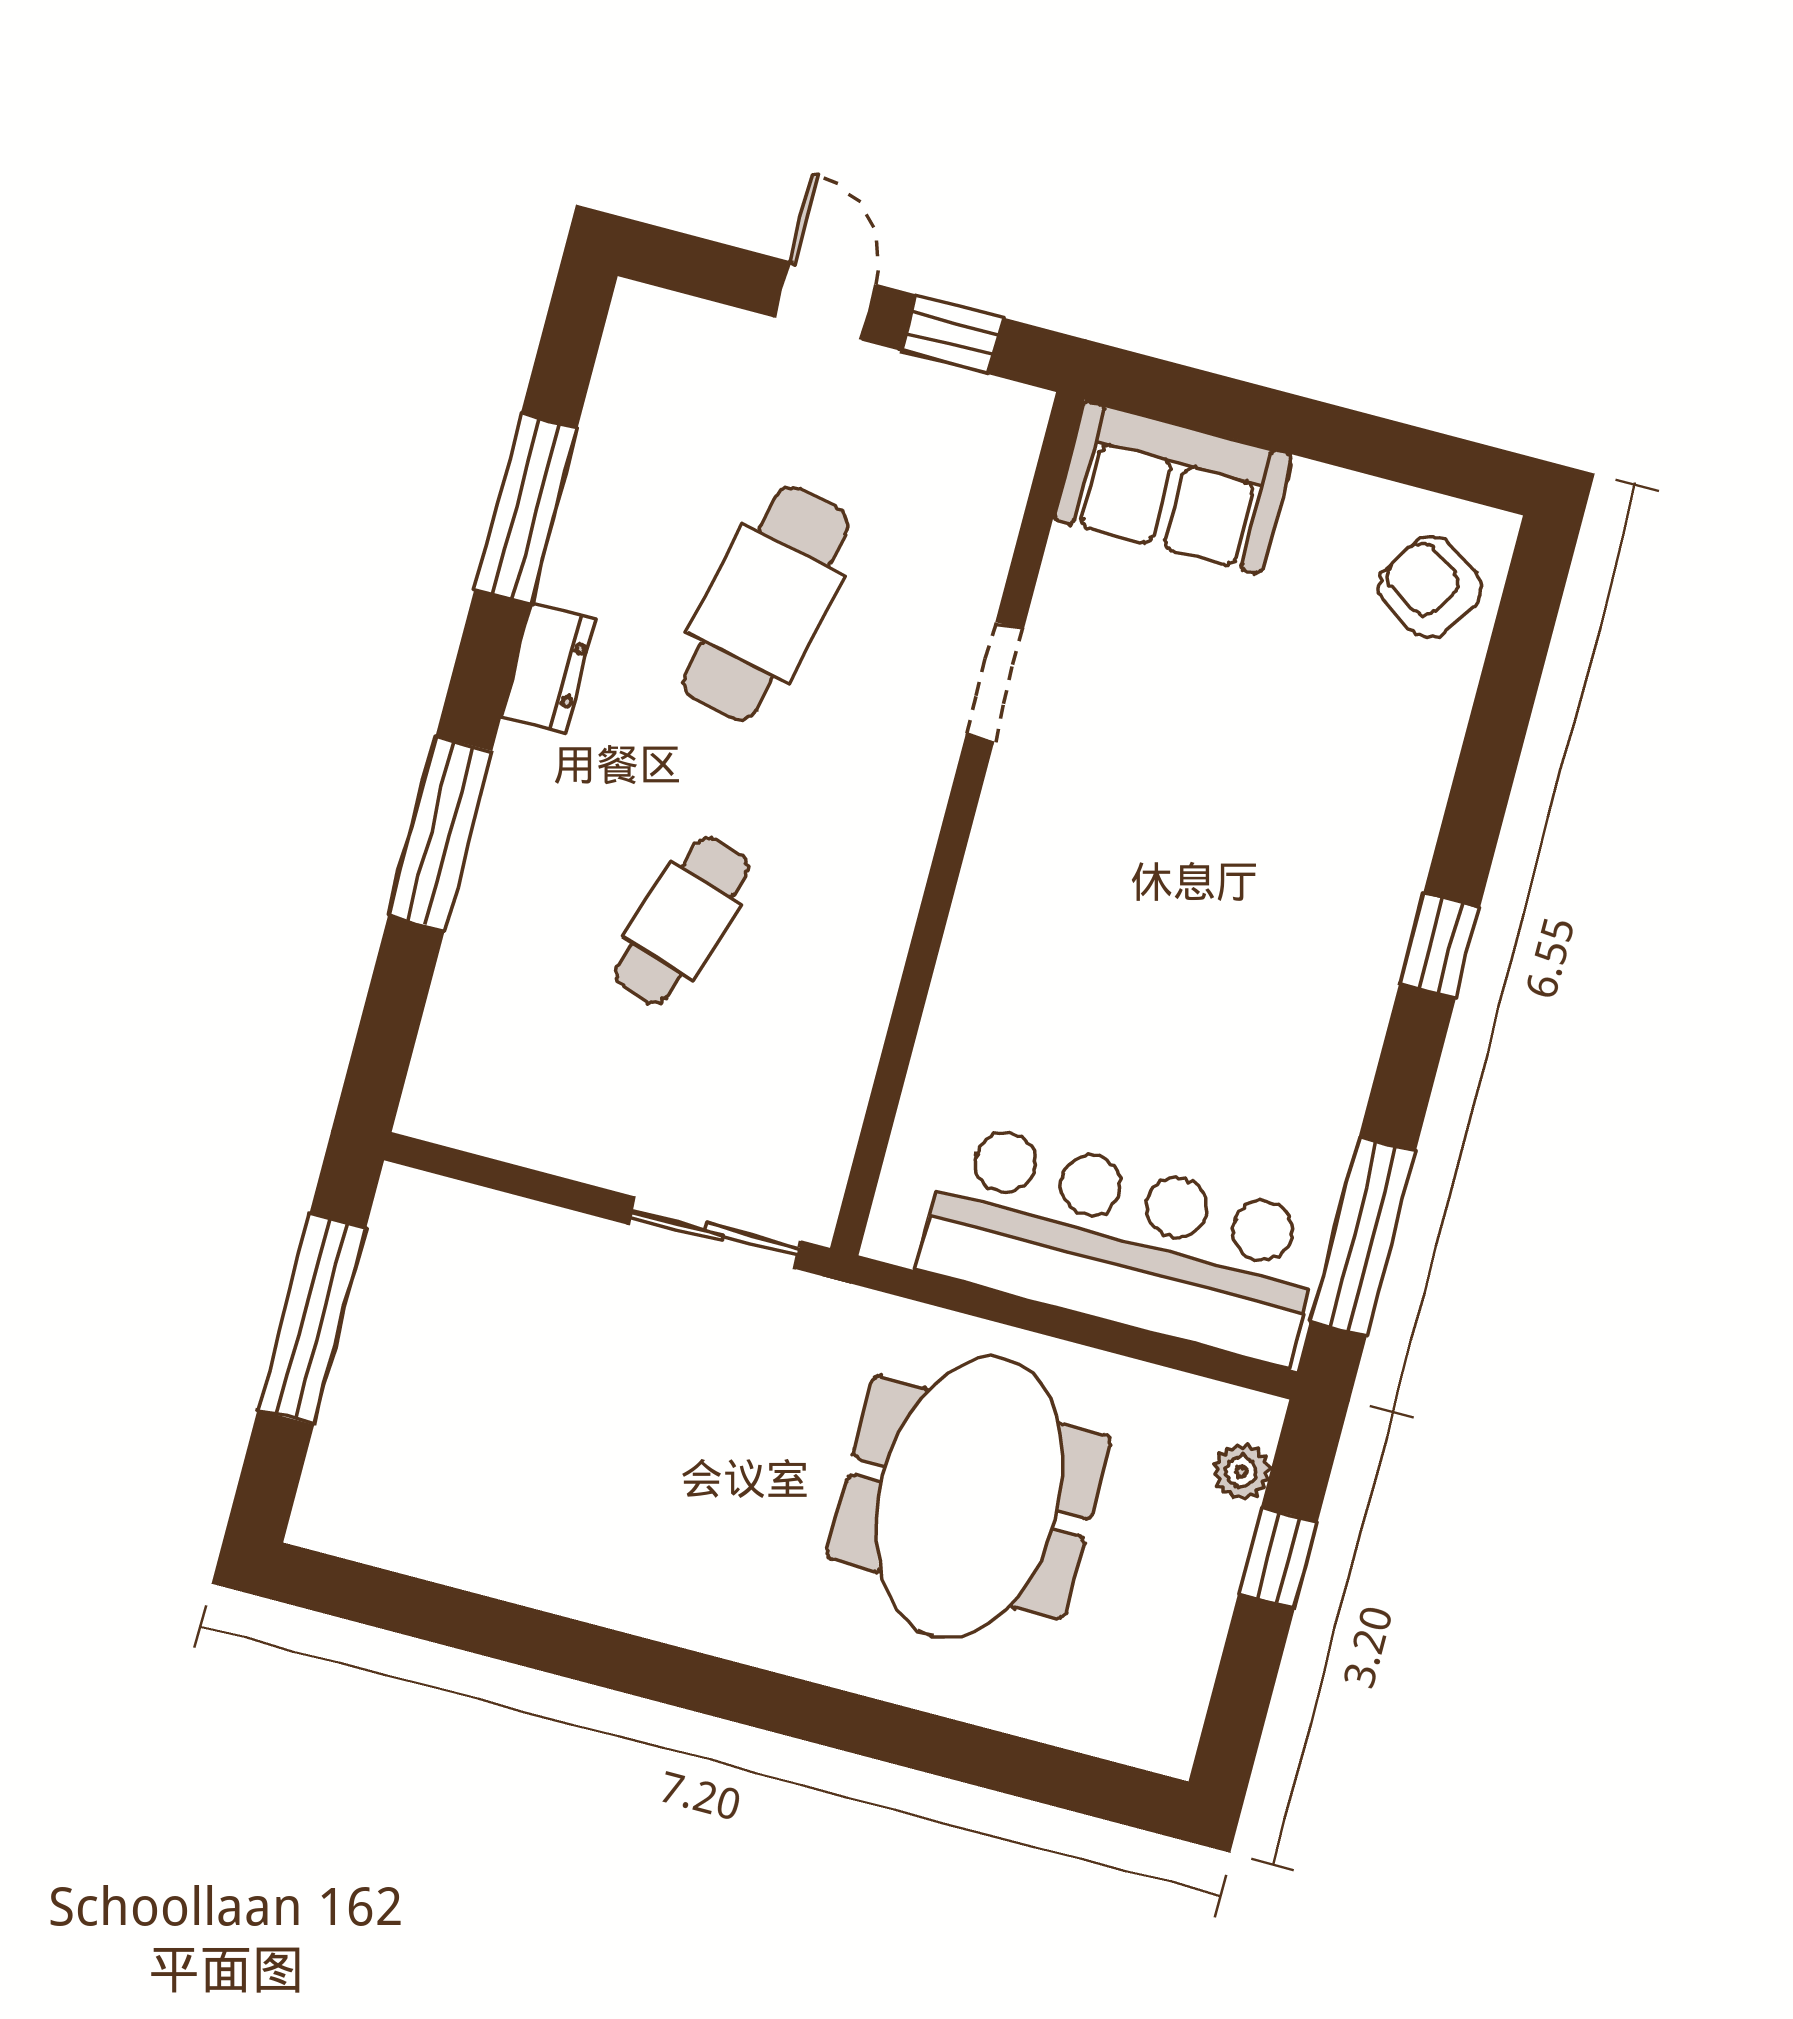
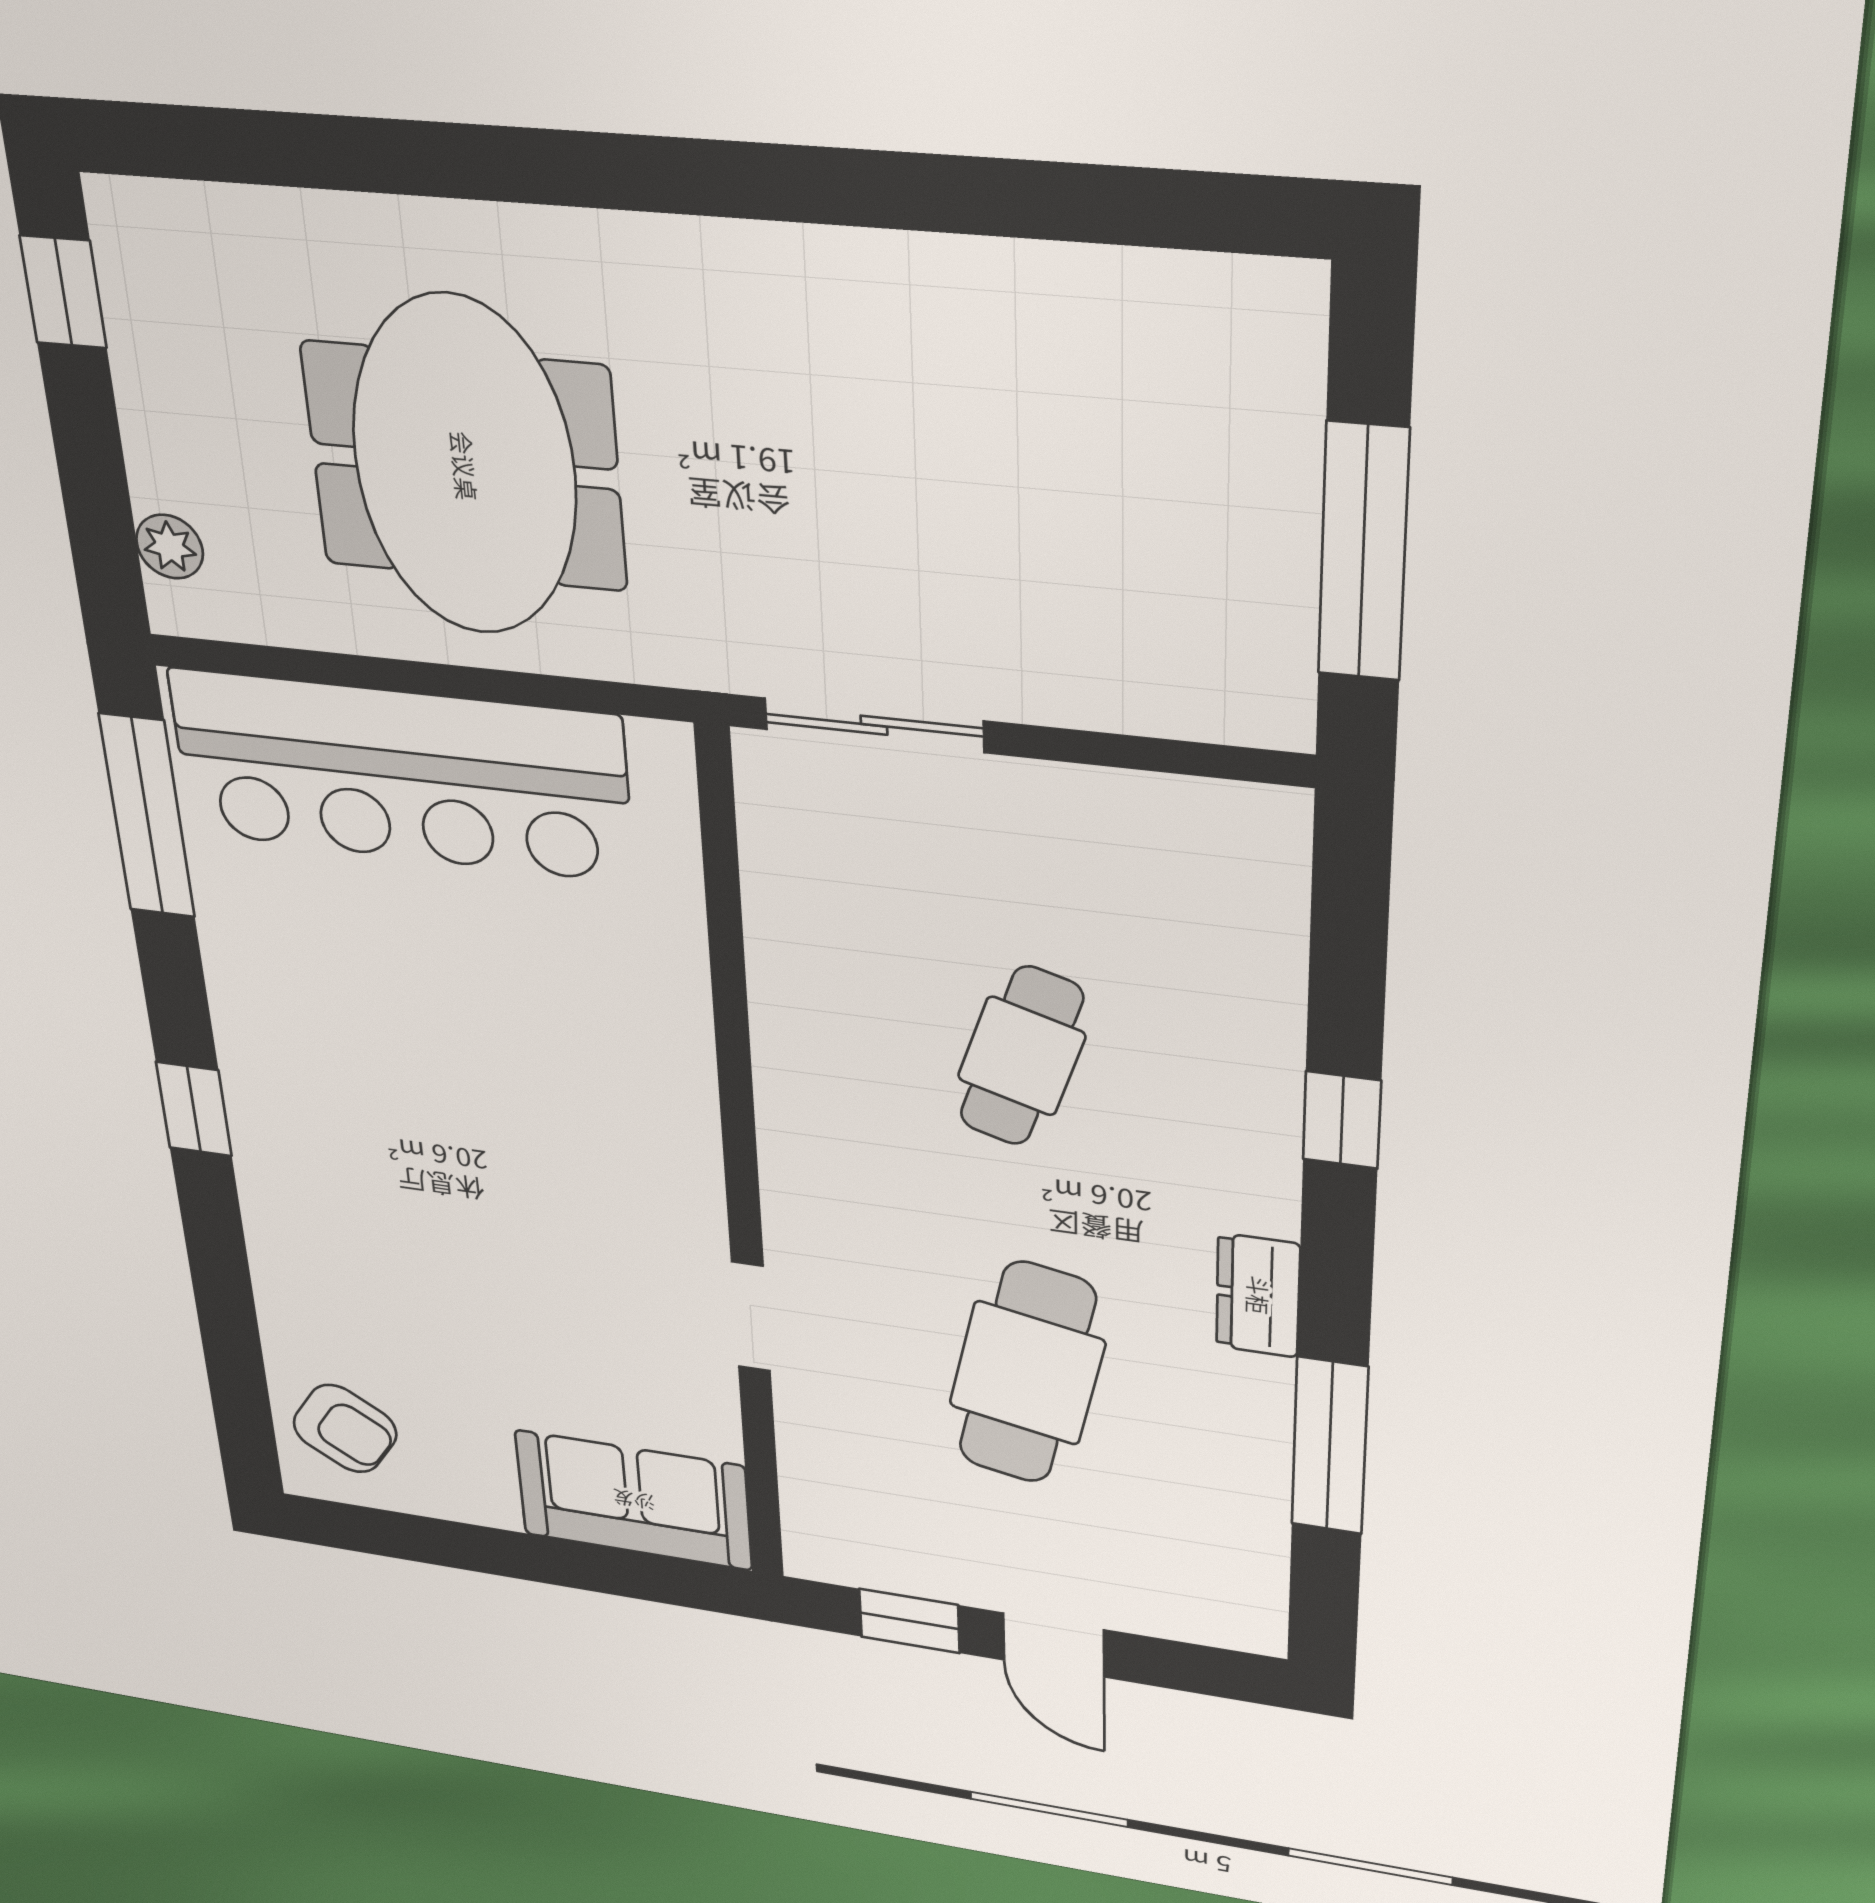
window: (440, 833) -> (1342, 1120), width x0.46
window: (1278, 1557) -> (63, 292), moved

